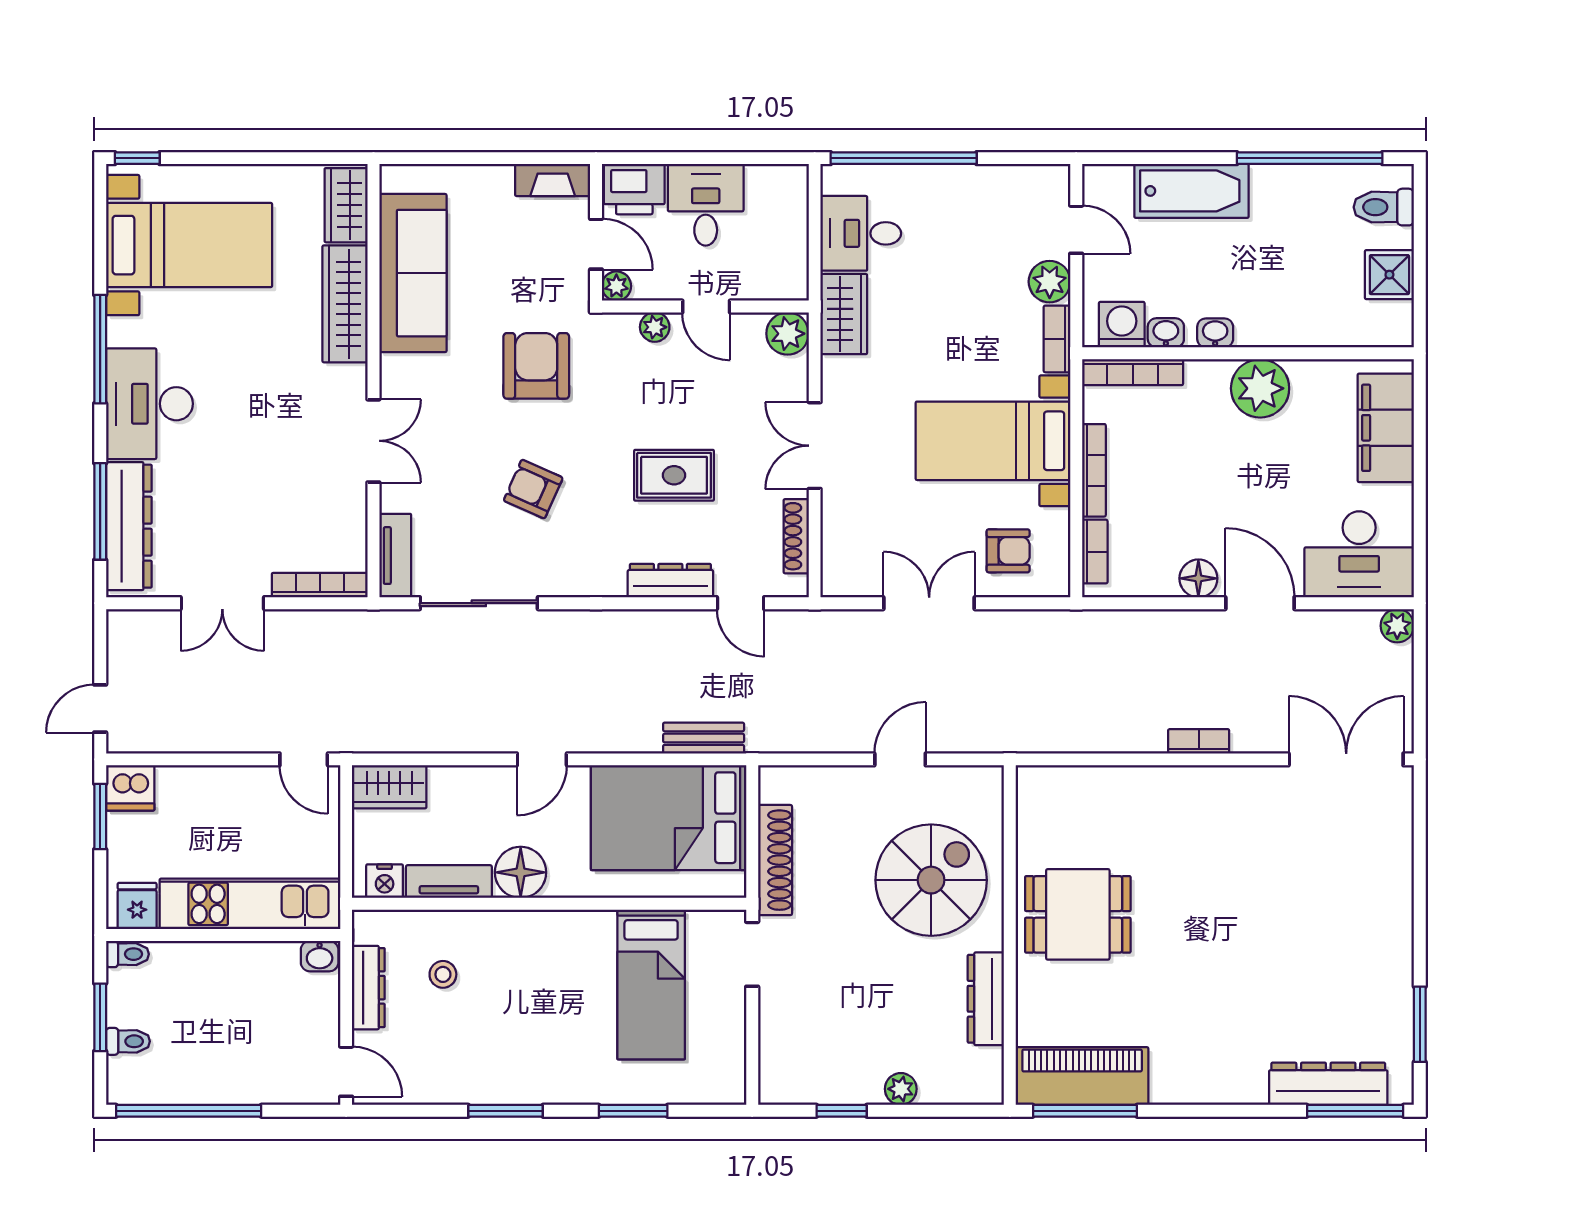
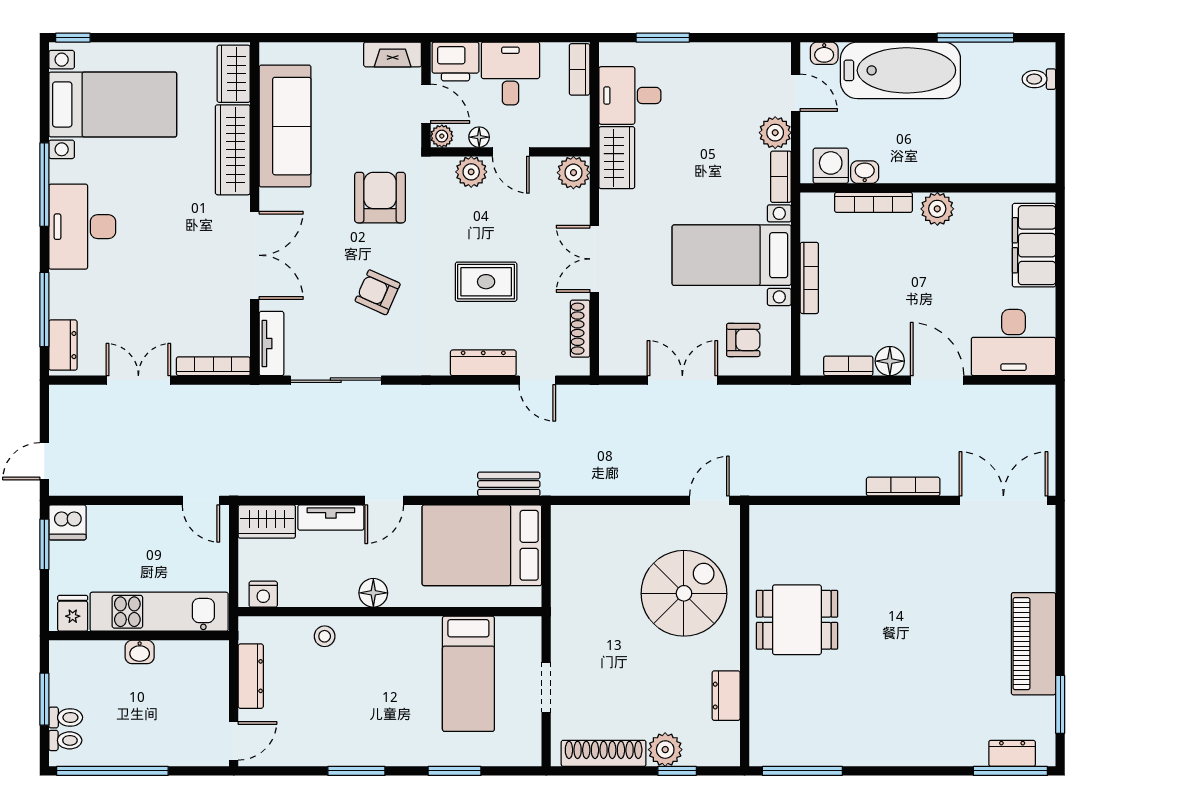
window: (904, 158) -> (663, 38), width x0.47
window: (1310, 158) -> (975, 38), width x0.68
bathtub: (1191, 191) -> (900, 70), width x1.36, depth x1.36
bookcase: (795, 199) -> (580, 69), added
toilet: (1384, 207) -> (1039, 79), width x0.73, depth x0.72
shower: (1389, 275) -> (1037, 127), removed
floor lamp: (665, 287) -> (479, 137), added
plant: (655, 327) -> (471, 172), width x1.38, depth x1.38
washbasin: (1215, 333) -> (824, 53), moved, turned 180
bookcase: (1133, 372) -> (873, 202), moved
plant: (1260, 388) -> (937, 209), width x0.73, depth x0.73
double door: (373, 441) -> (255, 255), width x1.37
dresser: (129, 526) -> (63, 345), width x0.51, depth x0.80
bookcase: (1095, 552) -> (848, 366), moved, turned -90
double door: (222, 603) -> (138, 380), swing flipped
plant: (1397, 626) -> (1043, 398), removed
bookcase: (1199, 741) -> (903, 487), width x1.56
door: (900, 759) -> (709, 500), moved
shoe rack: (775, 860) -> (604, 753), moved, turned -90
floor lamp: (521, 872) -> (373, 593), width x0.73, depth x0.73
tv unit: (449, 882) -> (331, 518), moved, turned 180
toilet: (127, 954) -> (65, 740), moved
doorway: (752, 954) -> (546, 687), moved
washbasin: (320, 956) -> (140, 652), moved
stool: (443, 974) -> (325, 636), moved
dresser: (986, 999) -> (726, 696), width x0.70
door: (346, 1072) -> (234, 741), hinge flipped
piano: (1082, 1076) -> (1033, 644), moved, turned -90
dresser: (1328, 1084) -> (1012, 753), width x0.51, depth x0.80
plant: (901, 1089) -> (665, 750), width x1.38, depth x1.38
window: (842, 1111) -> (677, 771), moved

